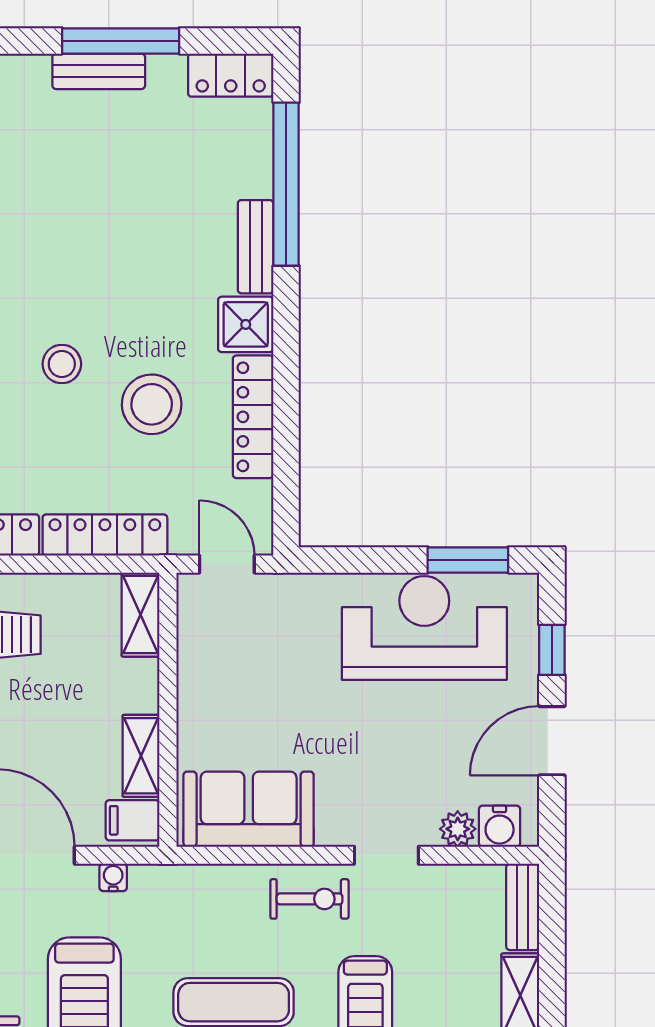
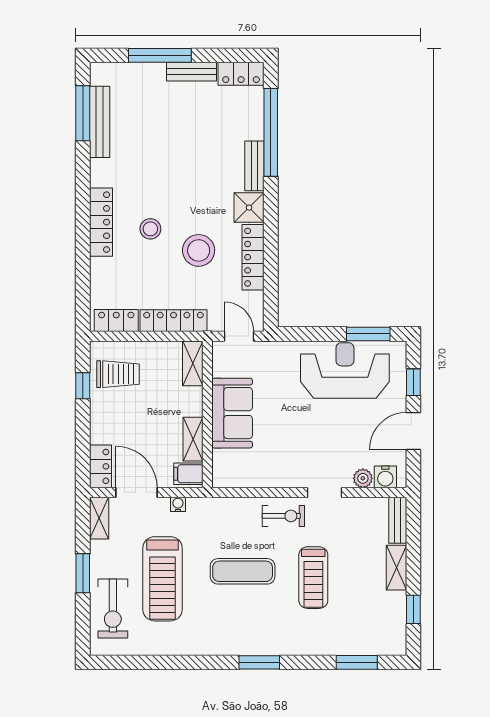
window: (121, 41) -> (160, 55), moved
bench: (99, 71) -> (191, 72), moved
sofa: (249, 809) -> (232, 413), moved, turned 90

